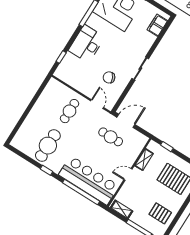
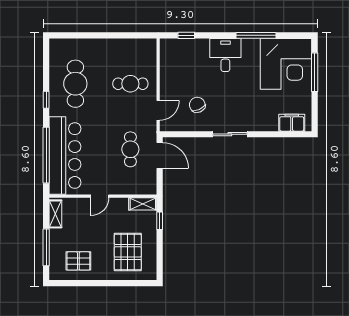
desk: (87, 44) -> (225, 55), width x0.73
cafe table: (48, 146) -> (75, 84), turned 90
shelving: (144, 160) -> (143, 204), moved
door: (128, 174) -> (100, 196), swing flipped
pallet: (160, 213) -> (78, 261), turned 90

